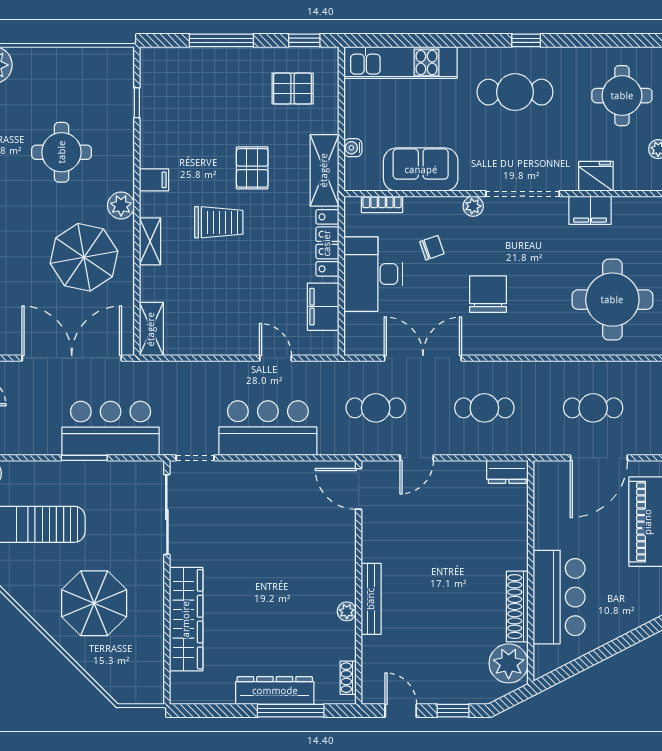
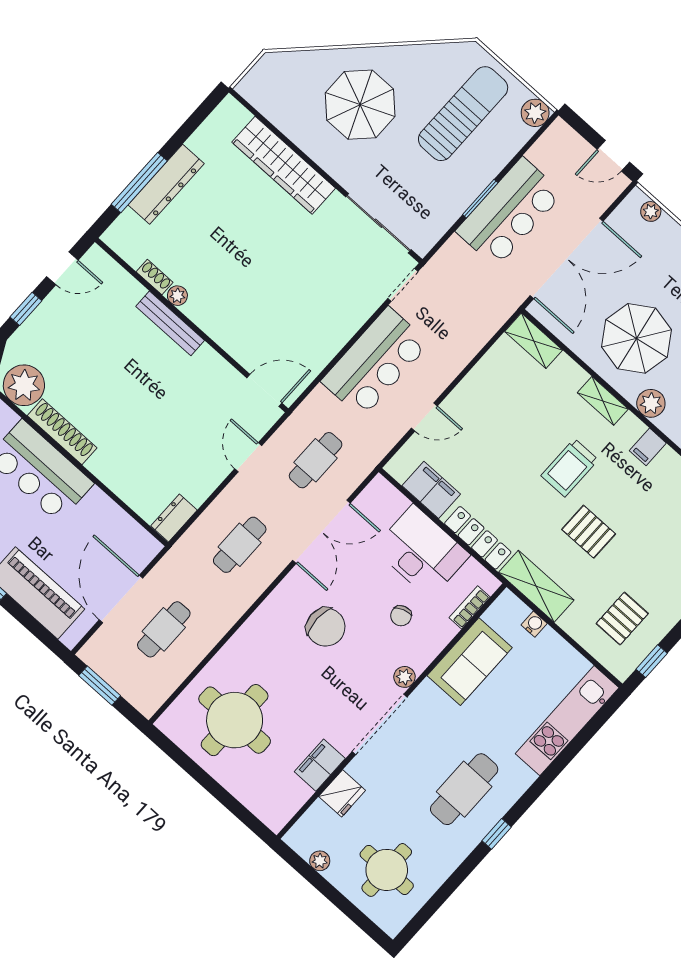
bar counter: (111, 428) -> (509, 212), moved
shoe rack: (348, 678) -> (155, 277), moved

